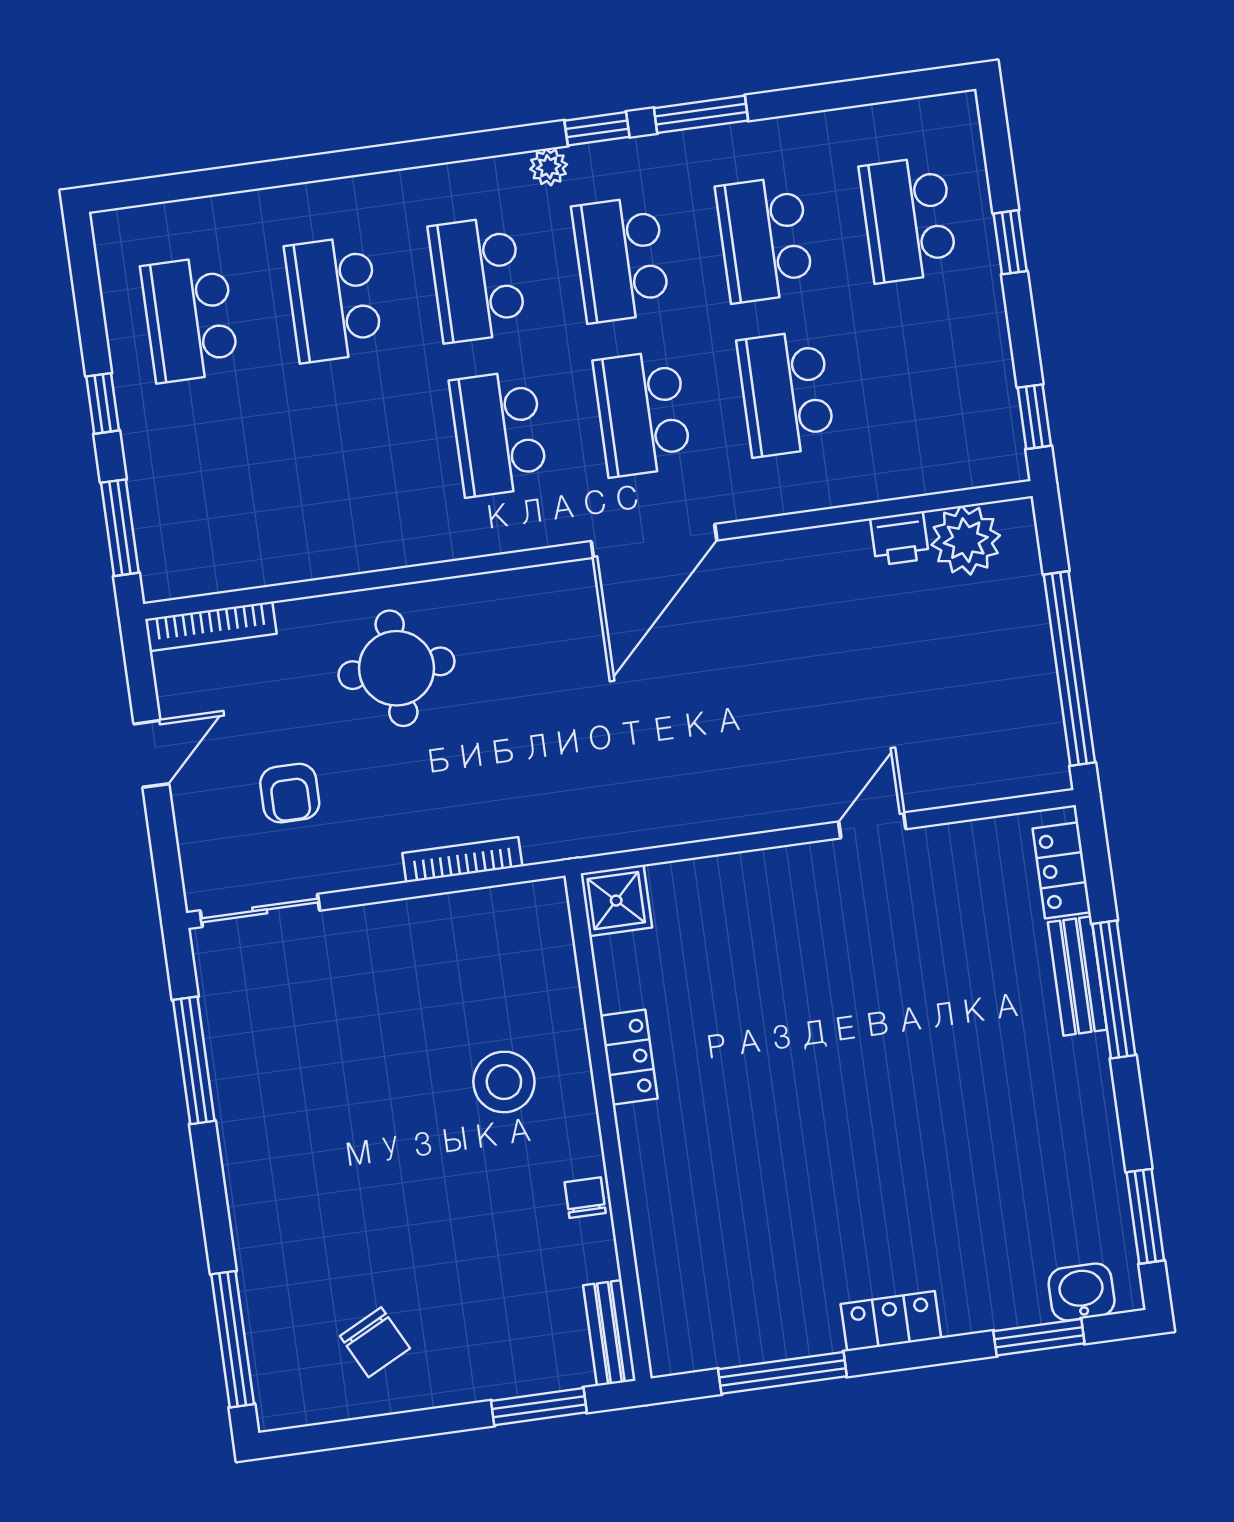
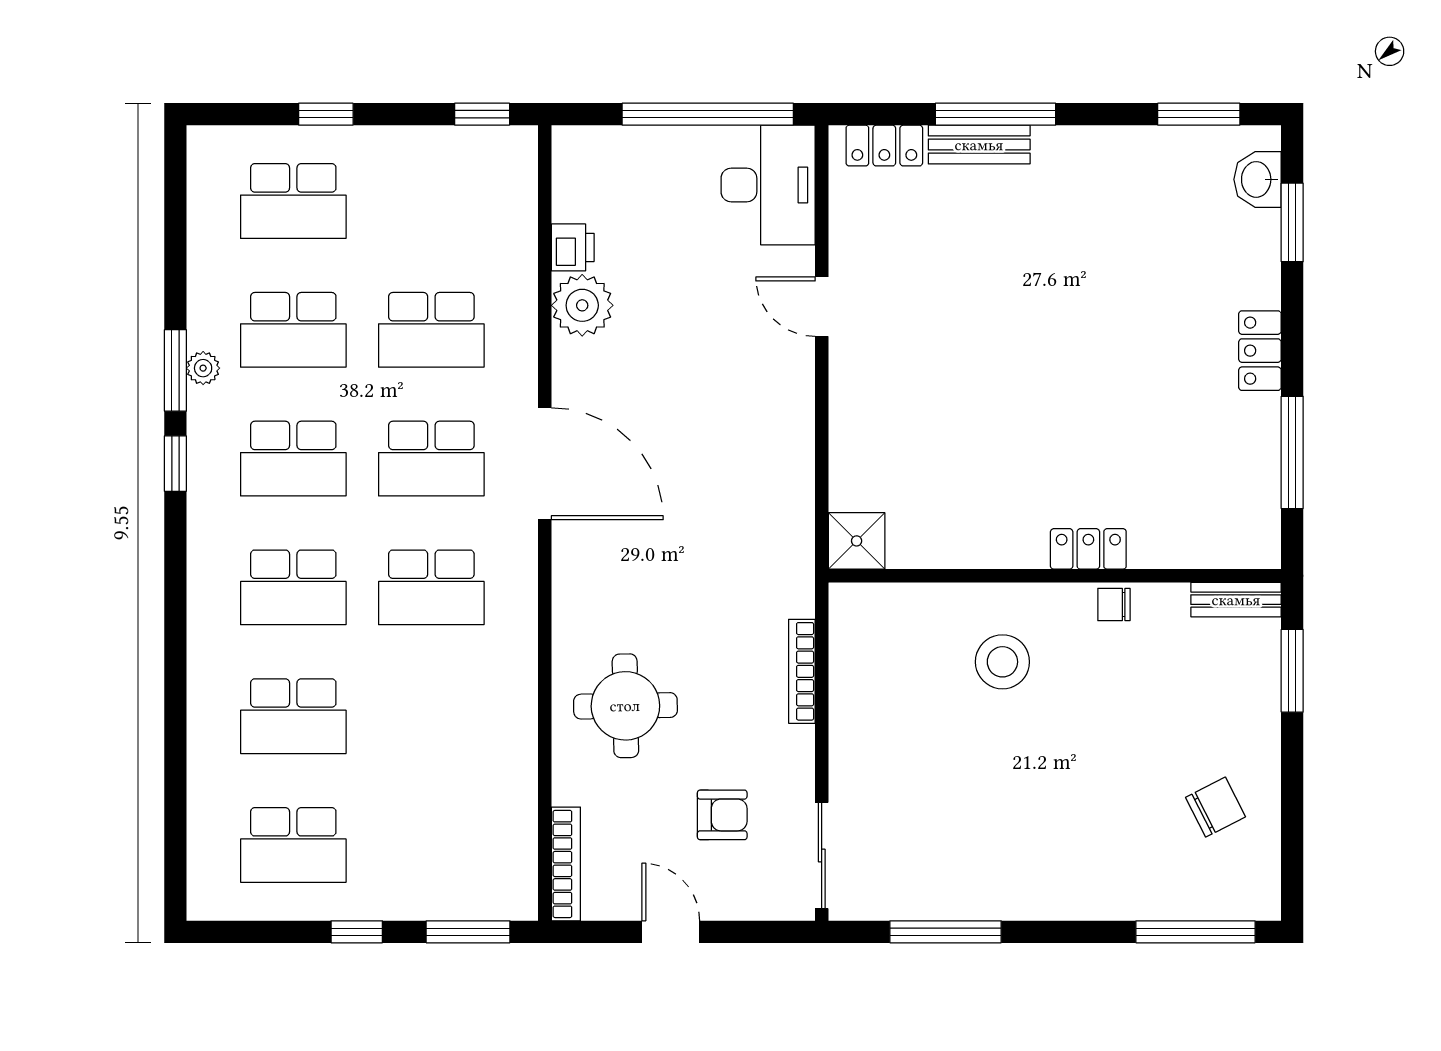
plant: (549, 167) -> (203, 368), moved
plant: (966, 540) -> (582, 305), moved
desk: (1000, 747) -> (768, 185), added
locker: (629, 1057) -> (1088, 549), moved

